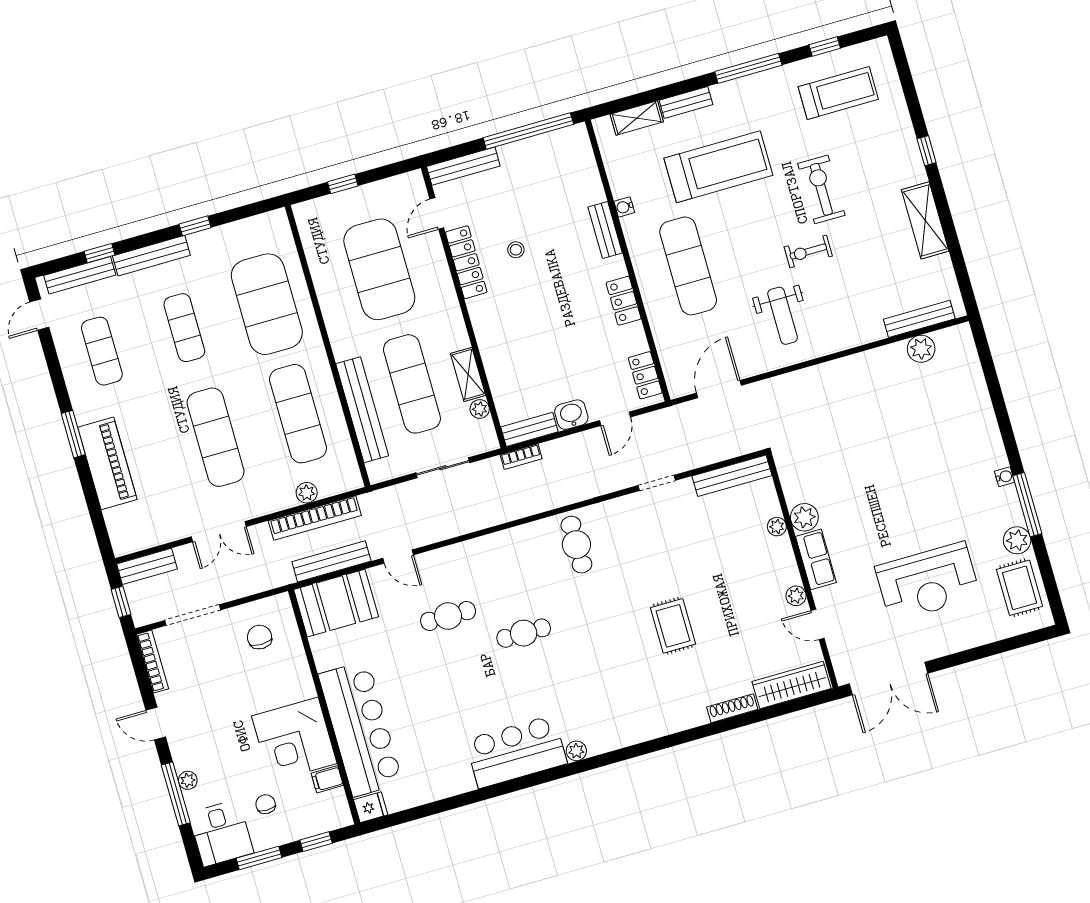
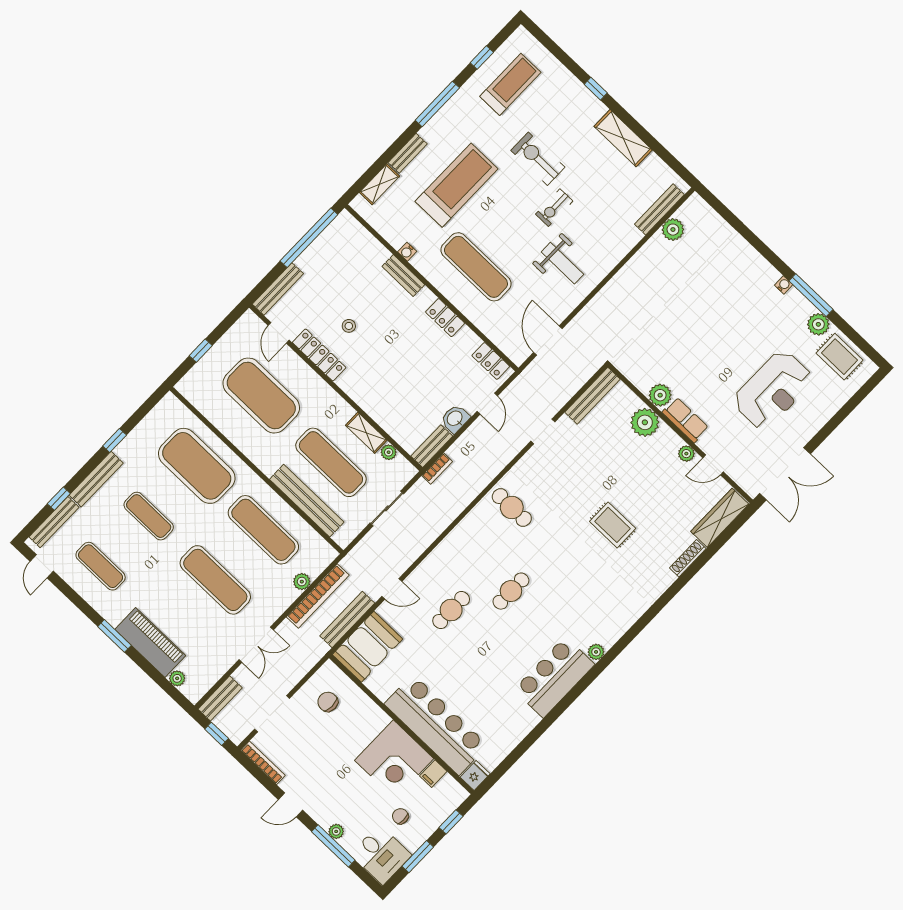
plant: (114, 518) -> (177, 678), added
plant: (777, 527) -> (645, 422), width x1.87, depth x1.87

